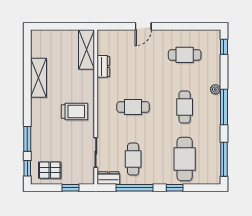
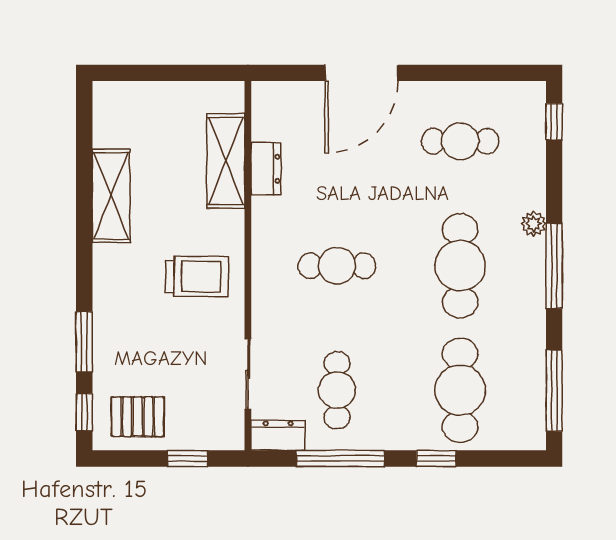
door: (143, 26) -> (361, 73), width x1.88
shelving: (87, 50) -> (226, 161), moved
cafe table: (185, 107) -> (460, 266), width x1.37, depth x1.35

